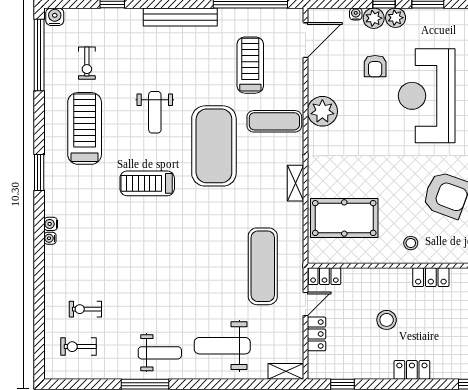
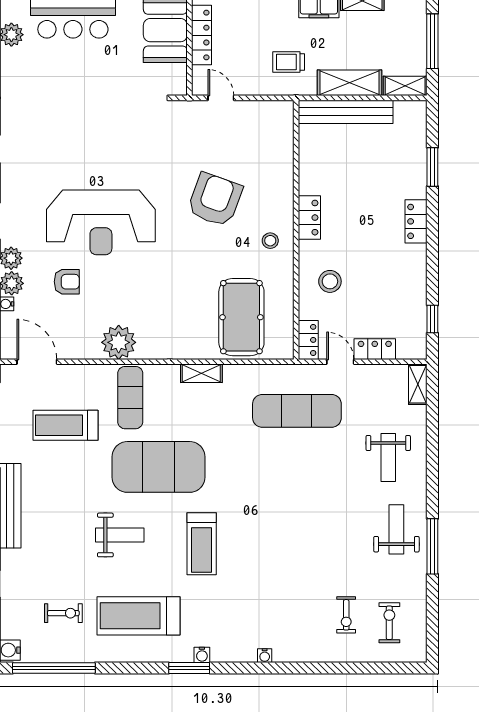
water cooler: (51, 224) -> (202, 655), moved
stool: (387, 320) -> (330, 281), moved
weight bench: (222, 346) -> (388, 457), width x0.73, depth x0.75
exercise bike: (79, 347) -> (389, 623), turned 180
locker: (412, 370) -> (416, 221), moved

